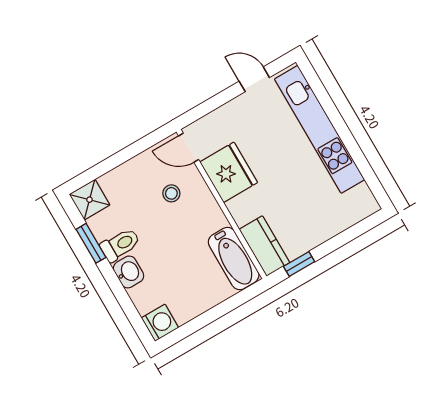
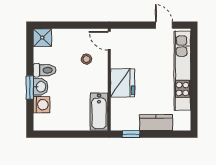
fridge: (229, 172) -> (123, 83), moved
window: (91, 243) -> (30, 88), moved
kitchen counter: (264, 246) -> (156, 123), moved, turned -90
washing machine: (160, 323) -> (42, 105), moved

